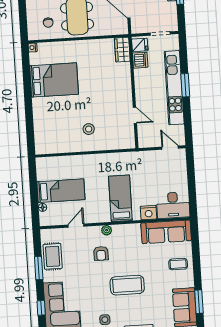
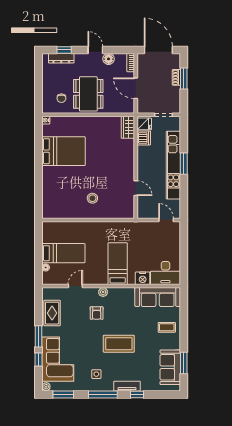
window: (39, 268) -> (39, 336), moved

